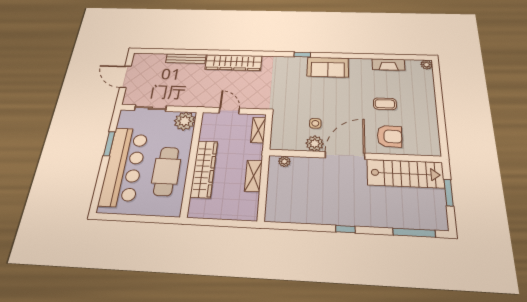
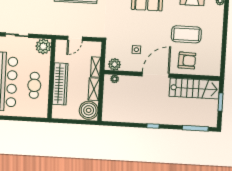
coffee table: (385, 104) -> (186, 34), width x1.86, depth x1.72
door: (229, 111) -> (75, 38), swing flipped
shelving: (258, 130) -> (96, 67), moved
plant: (315, 144) -> (115, 64), moved
cafe table: (166, 171) -> (34, 85), width x0.73, depth x0.74
boiler: (244, 206) -> (89, 110), added

